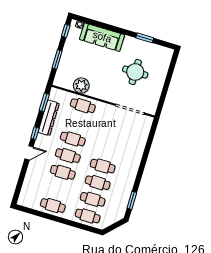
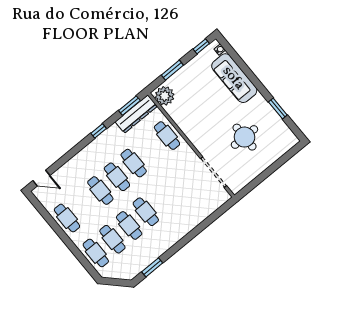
plant: (81, 85) -> (165, 96), moved
dresser: (49, 118) -> (136, 114), moved
door: (29, 153) -> (41, 178), moved

